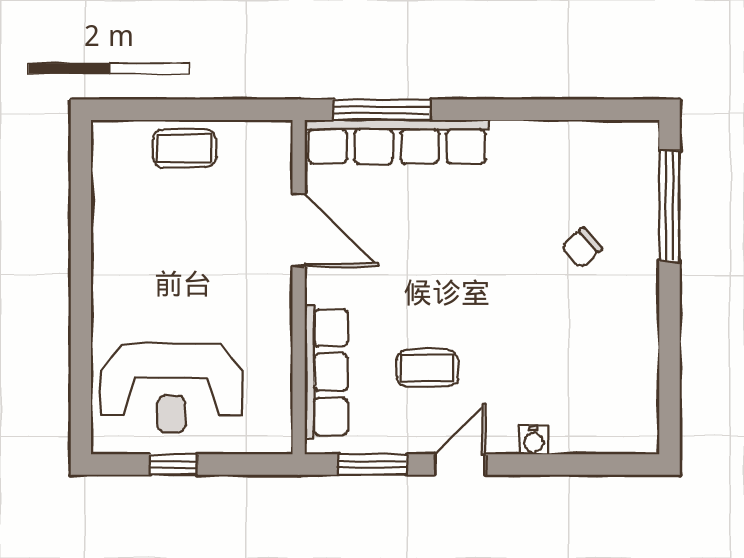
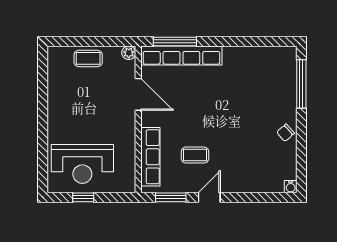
plant: (277, 136) -> (129, 53), added
chair: (582, 248) -> (286, 133), moved
water cooler: (534, 440) -> (291, 187), moved

